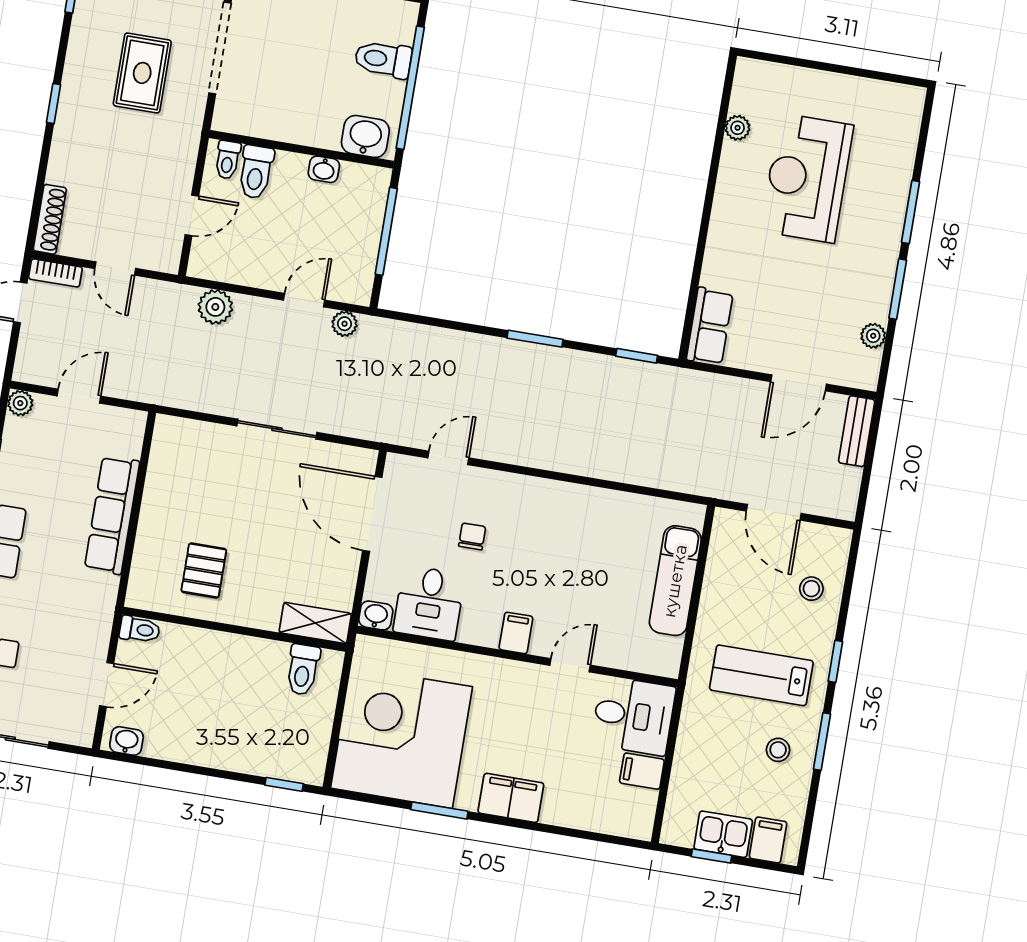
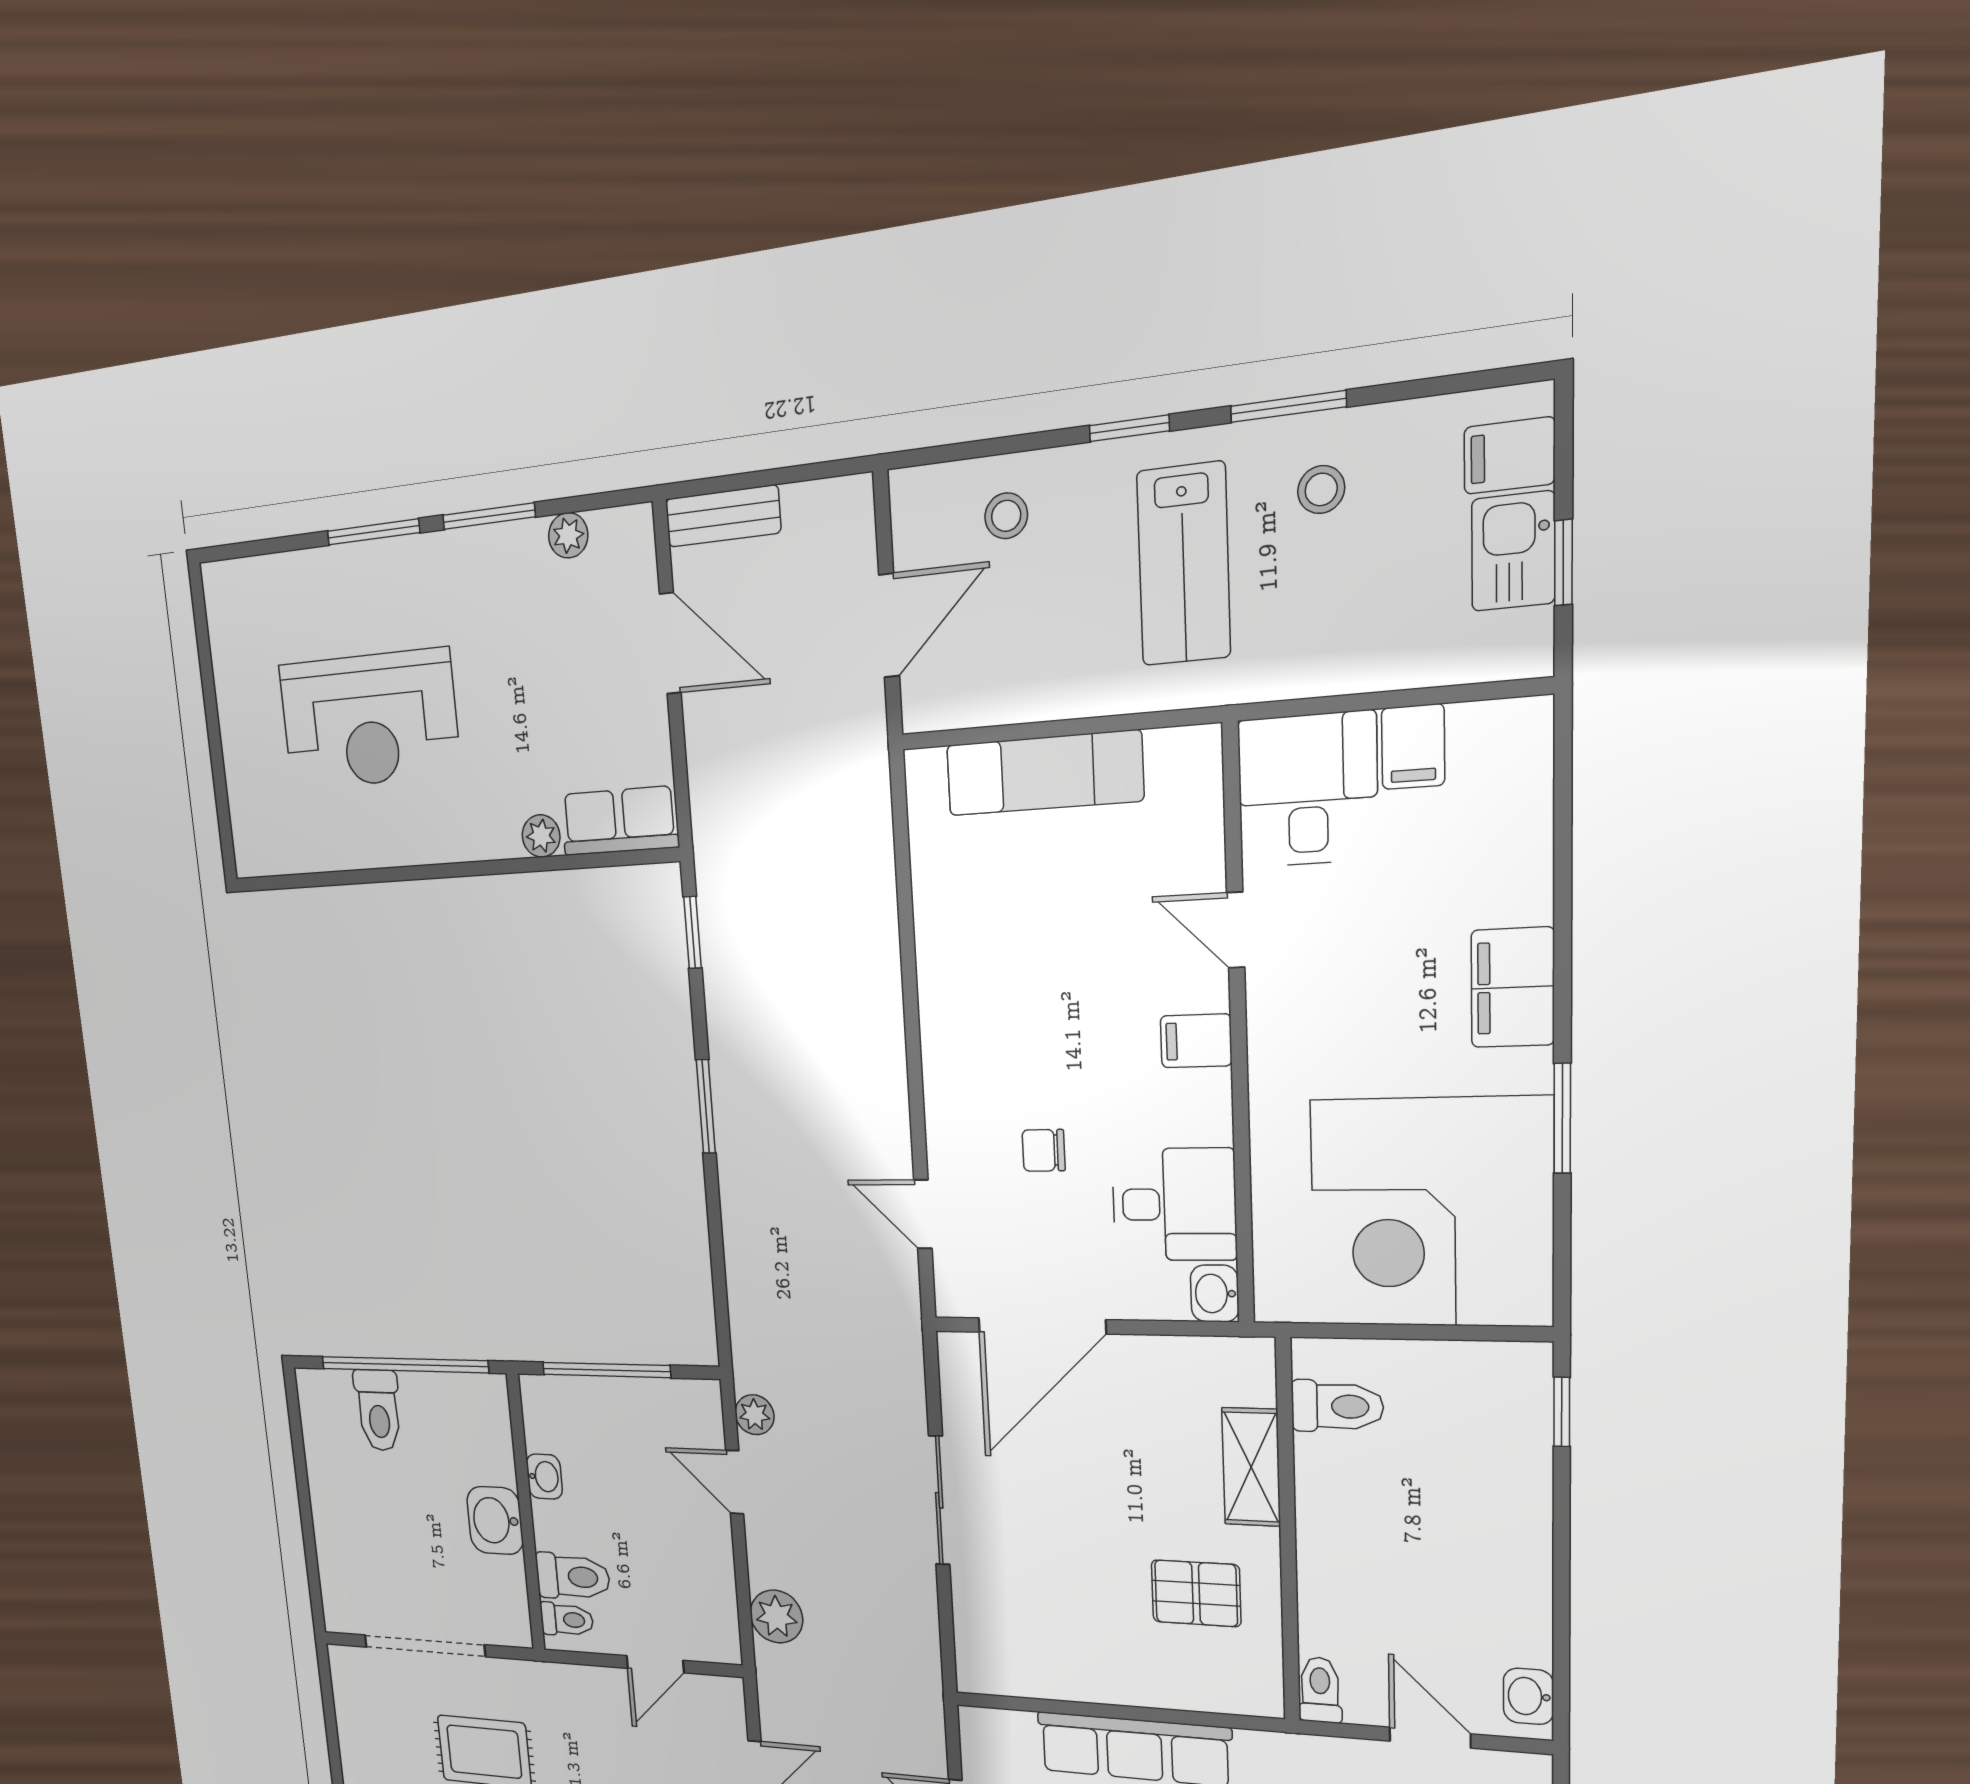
plant: (738, 128) -> (541, 836), moved
washbasin: (365, 136) -> (495, 1520), moved
door: (192, 215) -> (655, 1664), swing flipped
shelving: (315, 623) -> (1251, 1467), moved

